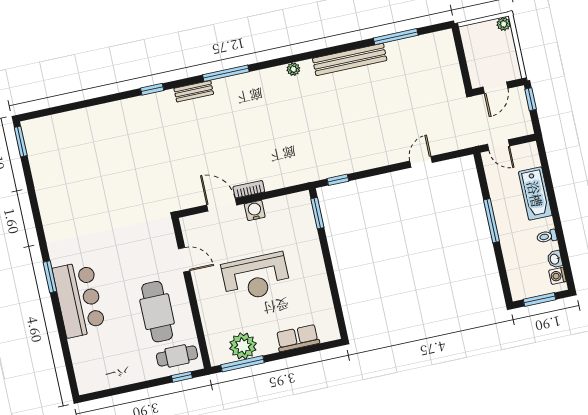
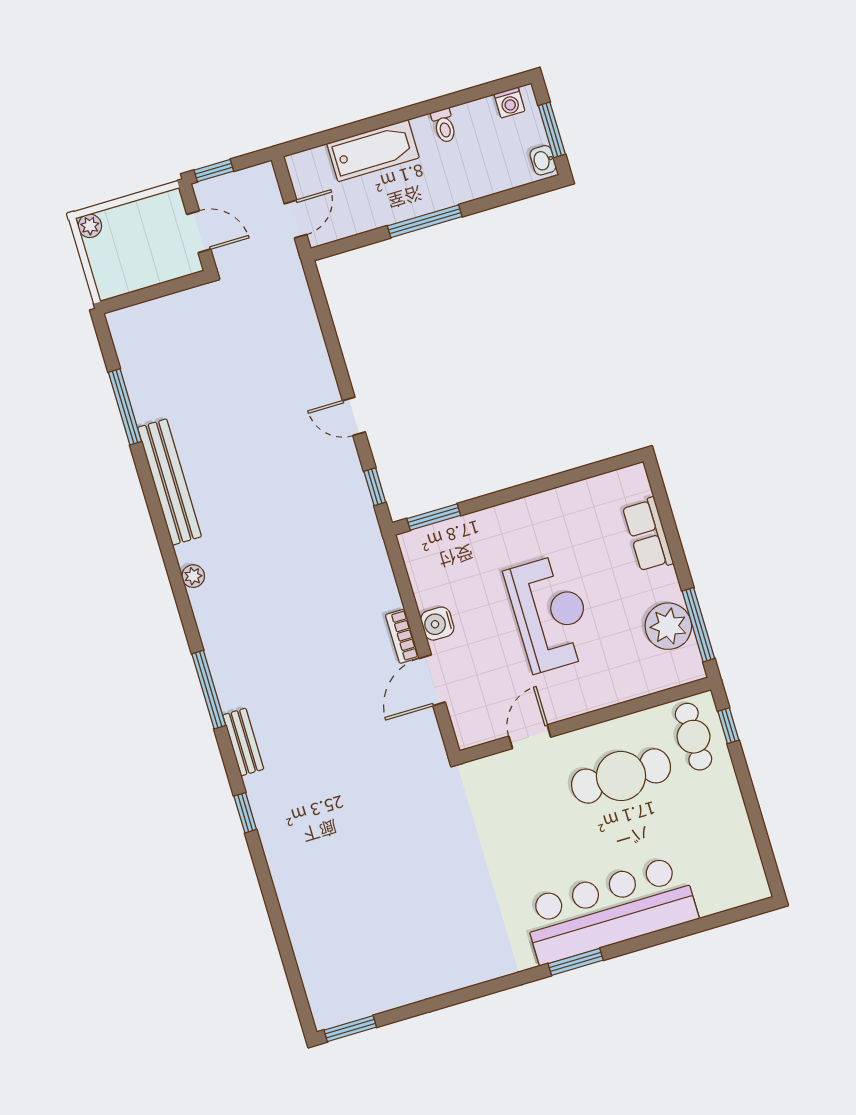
door: (421, 162) -> (354, 416), moved
washbasin: (555, 259) -> (543, 160), moved, turned 90
bar counter: (79, 299) -> (610, 910), width x1.36

